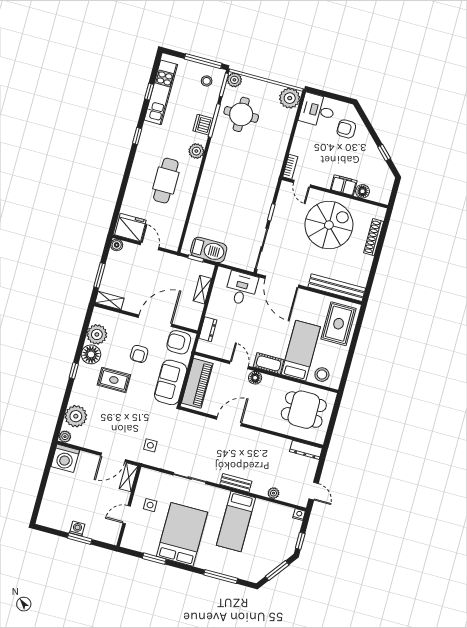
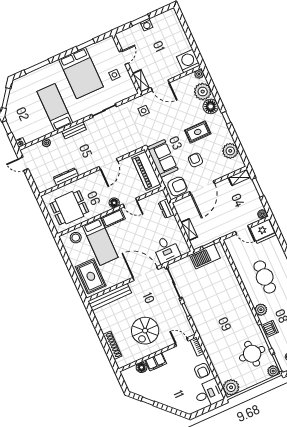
armchair: (346, 129) -> (202, 371), moved, turned 90
spiral stairs: (329, 225) -> (145, 331), width x0.73, depth x0.73
floor lamp: (91, 354) -> (211, 106), moved
dresser: (306, 450) -> (66, 177), moved
door: (113, 457) -> (160, 85), swing flipped

